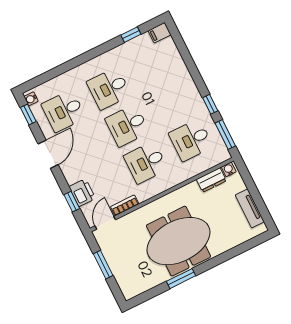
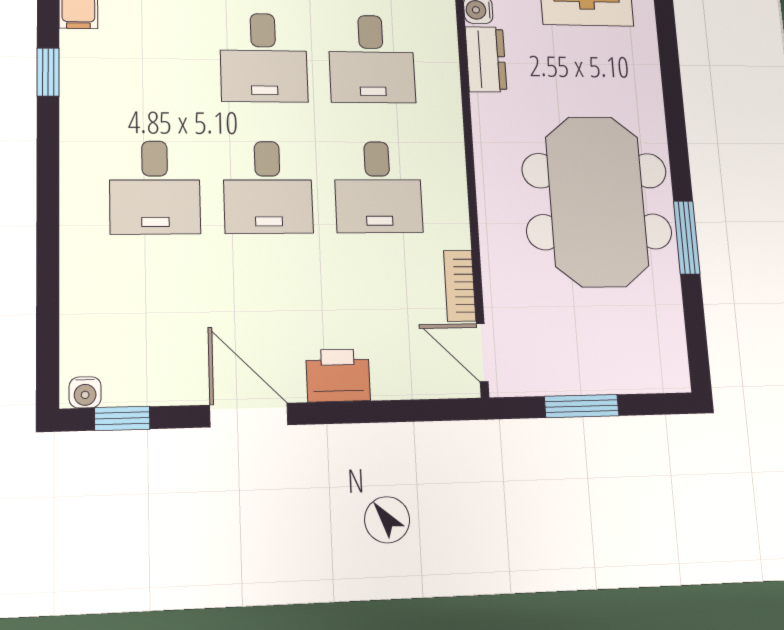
desk: (64, 111) -> (264, 58), moved
printer: (82, 193) -> (338, 375), moved
window: (72, 202) -> (395, 411), removed

